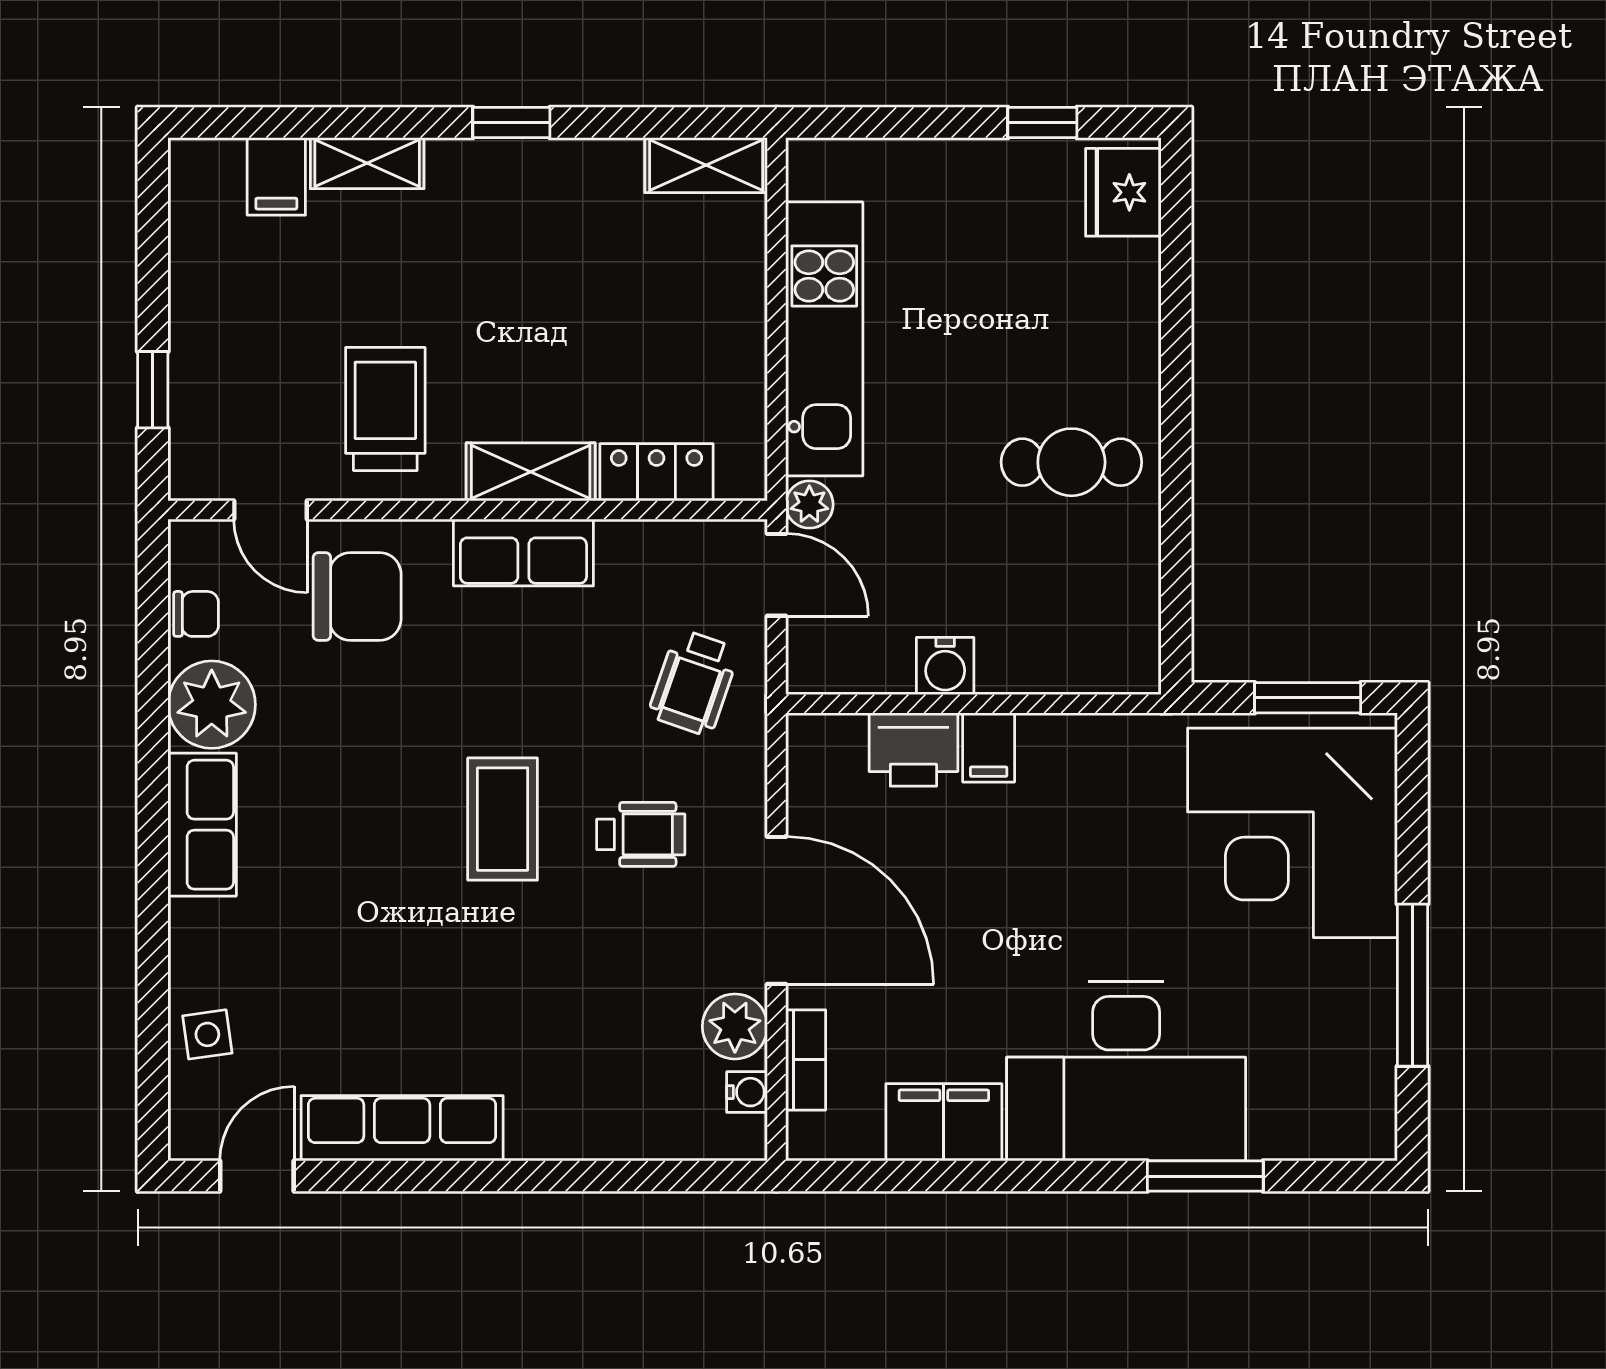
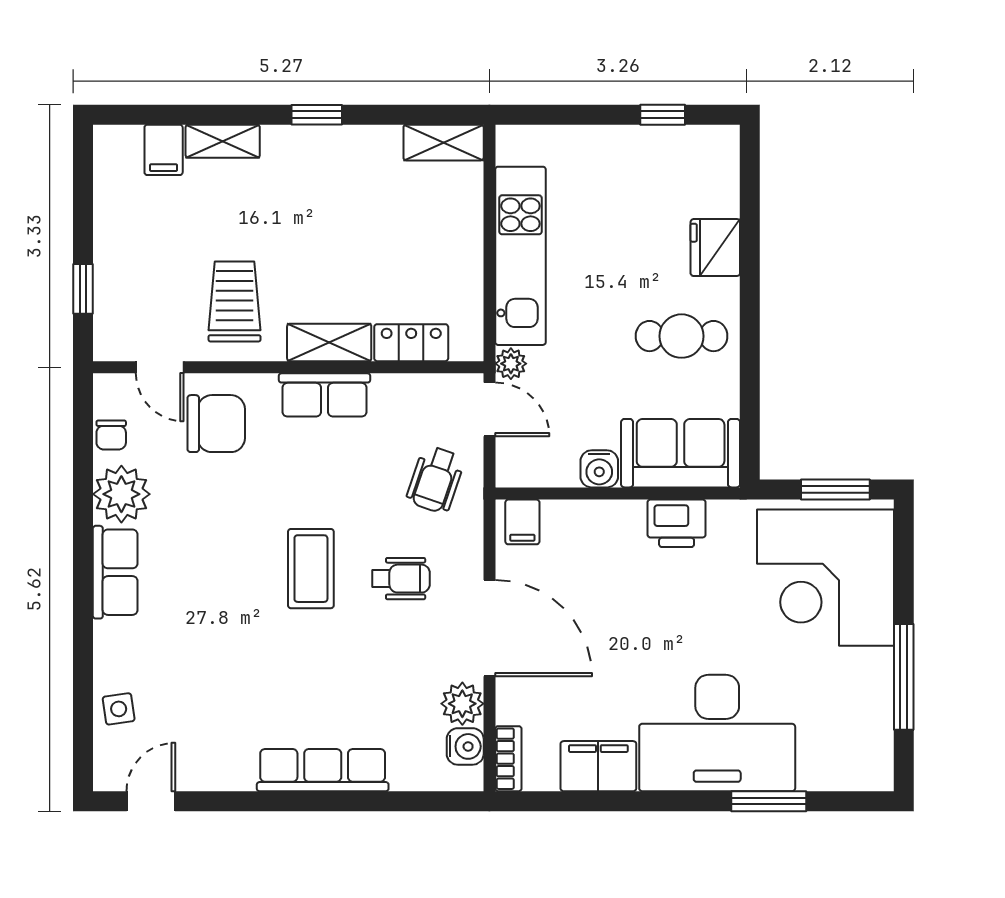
fridge: (1123, 192) -> (715, 248), moved
chair: (196, 614) -> (111, 435), turned 90
sofa: (1070, 642) -> (681, 453), added
filing cabinet: (989, 747) -> (522, 522), moved
printer: (913, 750) -> (677, 523), moved
bookcase: (806, 1060) -> (508, 759), moved
water cooler: (747, 1092) -> (465, 746), width x1.38, depth x1.38
row of seats: (402, 1128) -> (323, 770), moved

